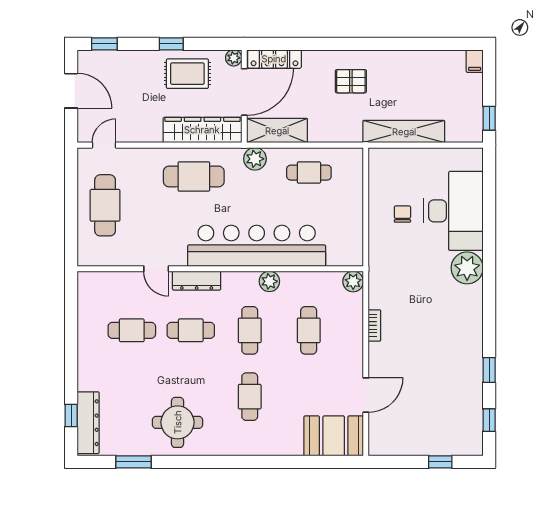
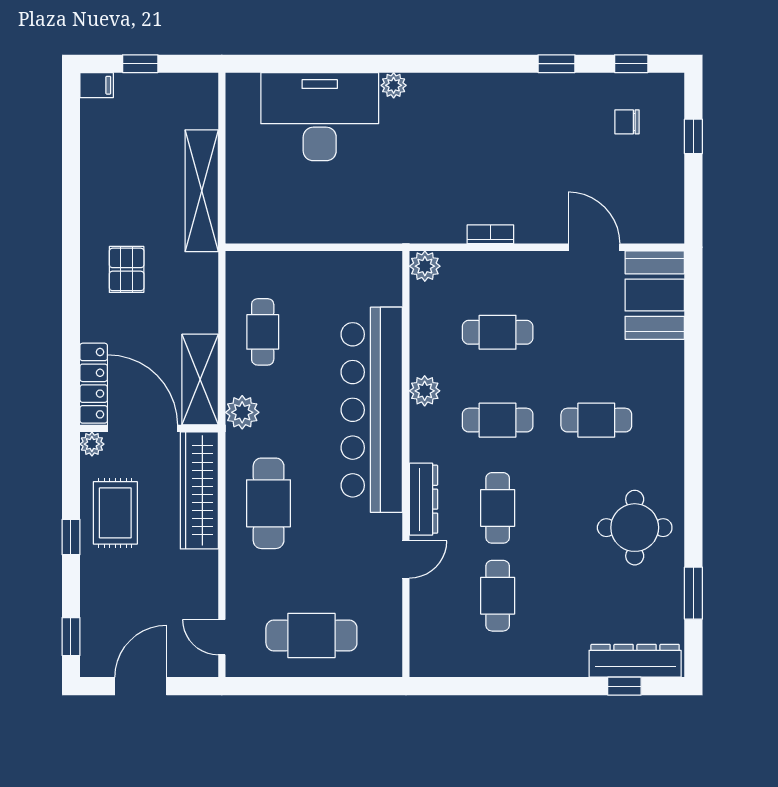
window: (489, 118) -> (140, 64), moved
chair: (402, 214) -> (627, 122), moved
plant: (467, 268) -> (394, 85), width x0.53, depth x0.53

